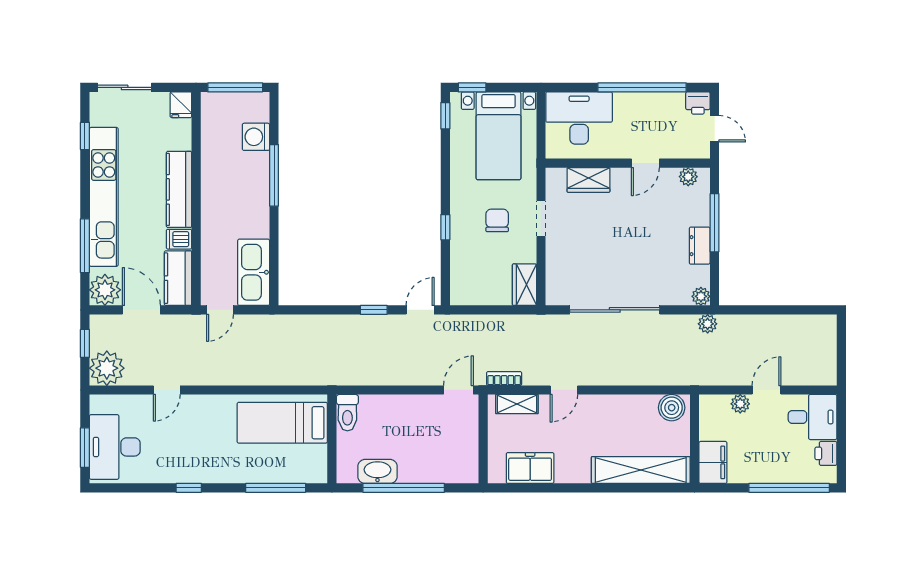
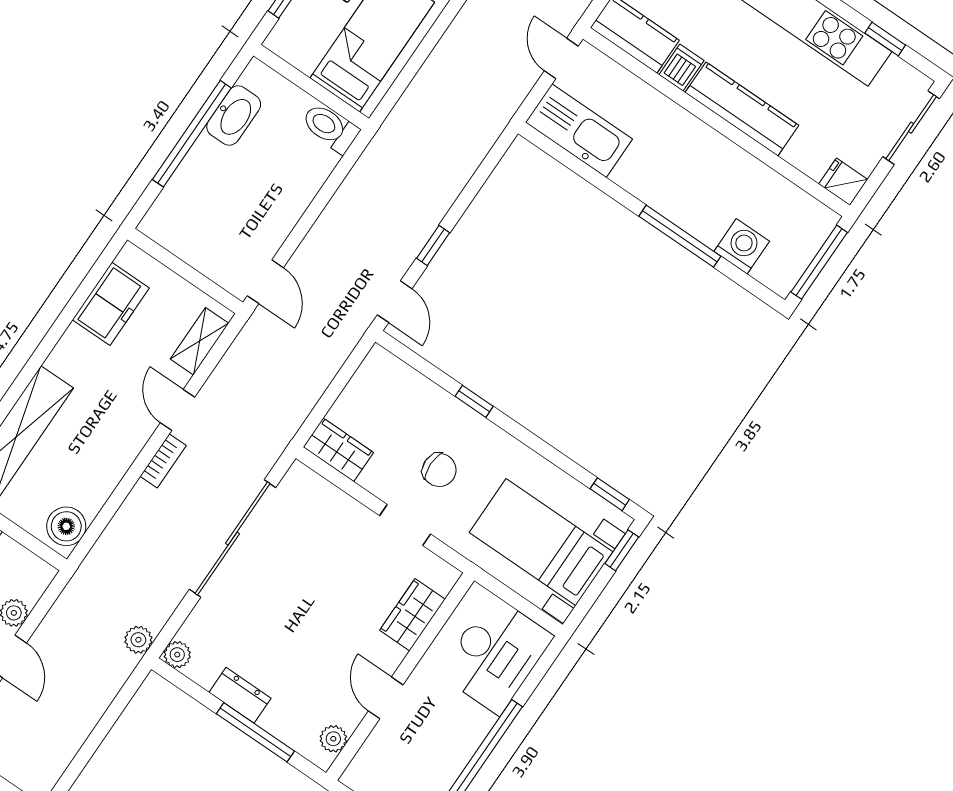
bookcase: (504, 379) -> (163, 461), moved

